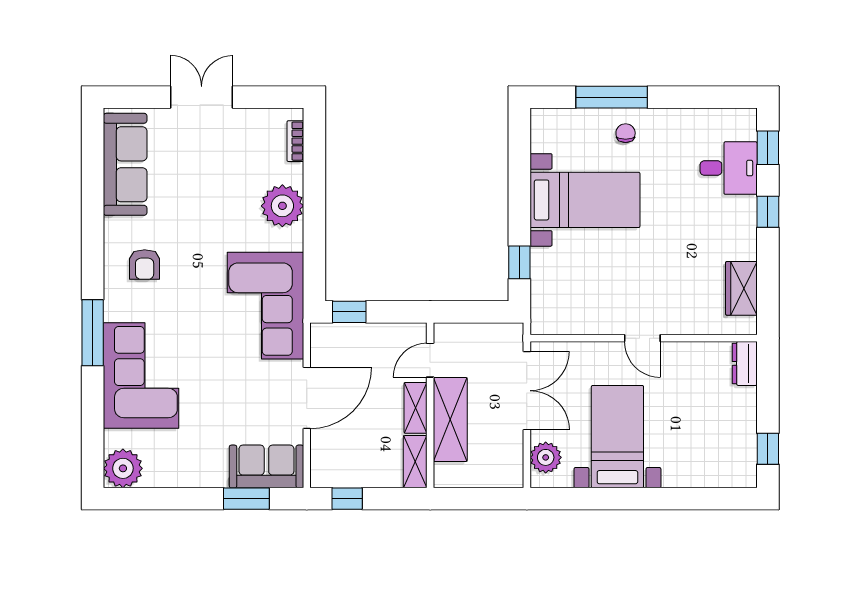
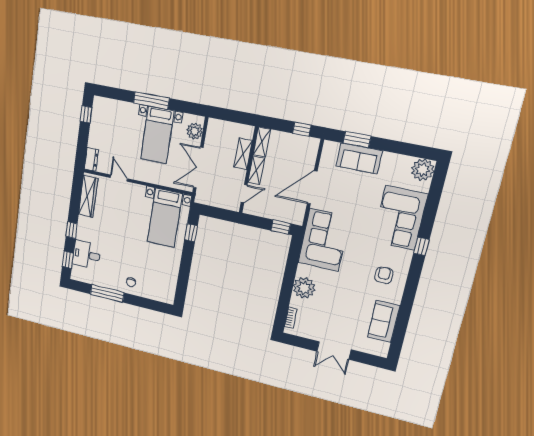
window: (612, 97) -> (107, 293), moved
sofa: (125, 164) -> (384, 321), width x0.73
bed with nightstands: (585, 200) -> (165, 218), moved, turned -90
wardrobe: (741, 288) -> (88, 196), width x1.50
window: (93, 333) -> (421, 246), width x0.46
door: (642, 338) -> (119, 178), moved
shelving: (450, 419) -> (243, 154), width x0.67, depth x0.75
sofa: (266, 466) -> (359, 158), moved
window: (640, 499) -> (151, 101), added

